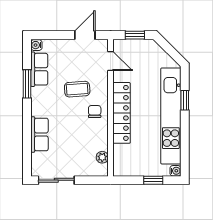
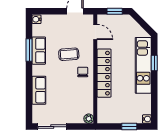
row of seats: (39, 69) -> (39, 51), moved
kitchen unit: (171, 116) -> (143, 65), width x0.73
plant: (102, 157) -> (89, 119), moved

